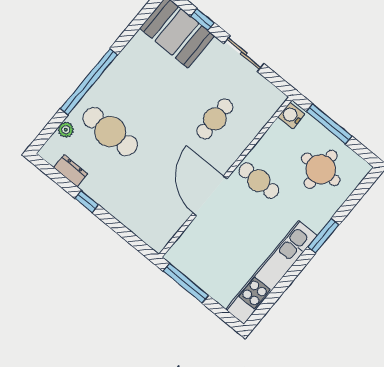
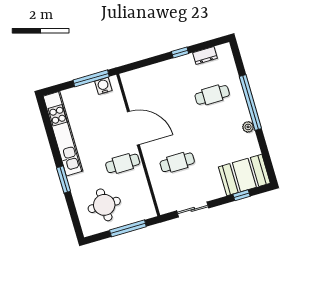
sliding door: (244, 54) -> (193, 209), moved
water cooler: (291, 116) -> (103, 86), moved, turned -90
cafe table: (215, 119) -> (177, 162), turned 90
plant: (66, 130) -> (248, 127), moved
cafe table: (110, 132) -> (212, 95), width x0.73, depth x0.74

